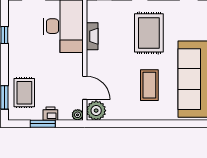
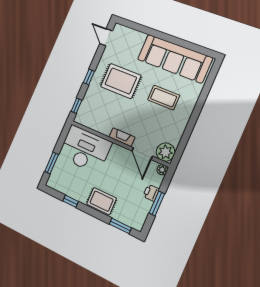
fireplace: (92, 36) -> (122, 137), moved
door: (85, 88) -> (142, 154), swing flipped
rug: (24, 93) -> (101, 201), moved

